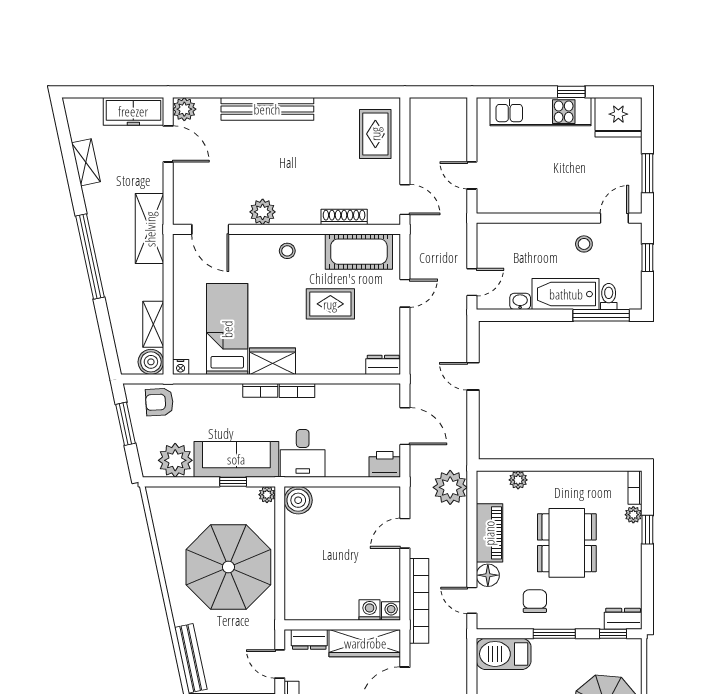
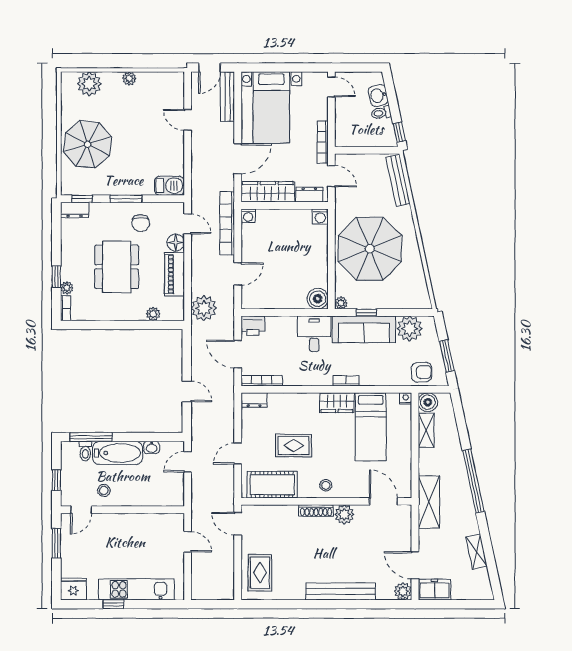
freezer: (133, 111) -> (434, 590), width x0.71
fridge: (618, 117) -> (73, 589), width x0.73, depth x0.75
shoe rack: (344, 217) -> (316, 511), moved
bookcase: (297, 391) -> (262, 381), moved, width x1.56
washing machine: (370, 610) -> (320, 217), moved
barbecue: (504, 654) -> (169, 186), width x0.73, depth x0.83

